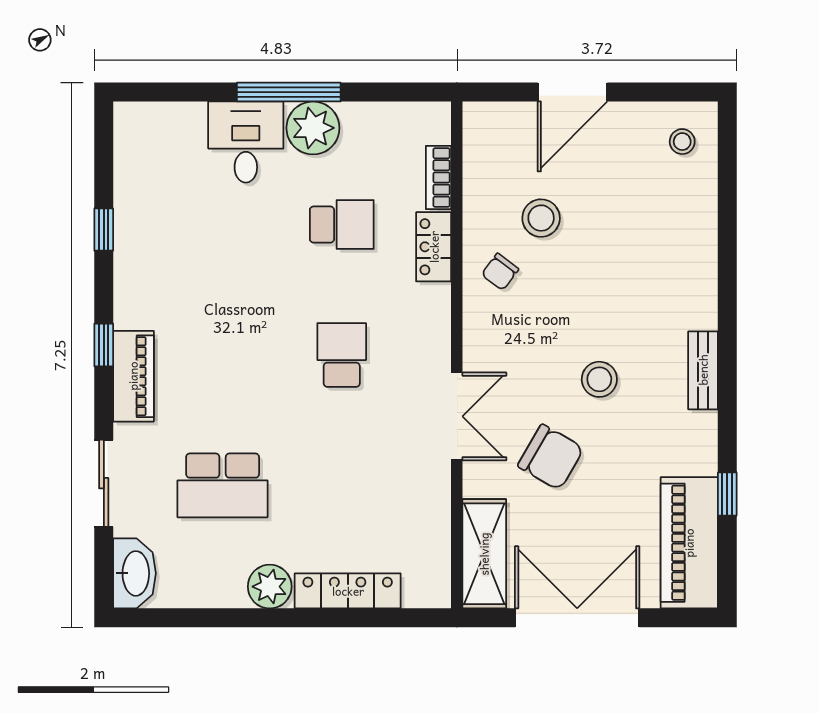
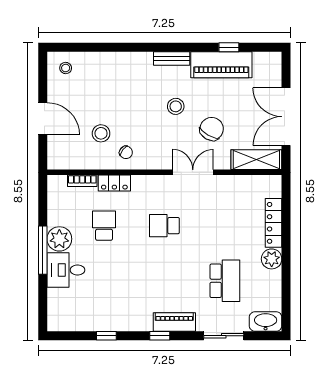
piano: (689, 543) -> (221, 65), moved

